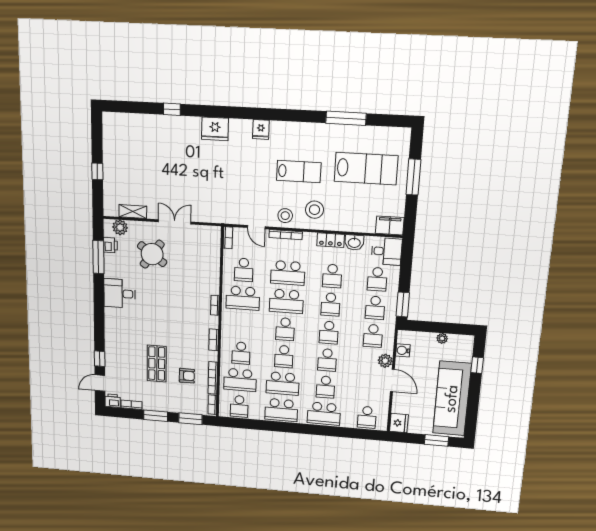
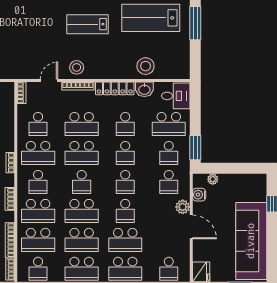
lab bench: (366, 169) -> (151, 18), turned 180
lab bench: (299, 171) -> (88, 24), turned 180
stool: (315, 210) -> (146, 66), moved
filing cabinet: (390, 226) -> (177, 71), removed
door: (256, 227) -> (49, 81), swing flipped
locker: (331, 240) -> (115, 88), width x1.53
school desk: (377, 279) -> (169, 124), width x1.85
school desk: (242, 326) -> (38, 182), added
plant: (442, 338) -> (213, 179), moved
school desk: (241, 353) -> (38, 211), width x1.85
school desk: (284, 357) -> (82, 211), width x1.85
school desk: (326, 387) -> (125, 240), width x1.85

